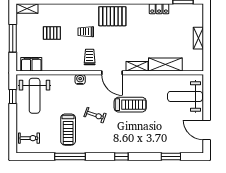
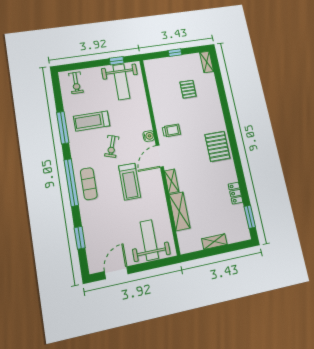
trolley: (86, 32) -> (196, 122), removed
window: (13, 38) -> (175, 53), width x0.46
filing cabinet: (31, 64) -> (153, 74), removed
water cooler: (80, 79) -> (149, 136), moved
weight bench: (35, 96) -> (121, 82), turned -90
exercise mat: (125, 141) -> (89, 184), added
window: (121, 156) -> (71, 182), width x3.17

